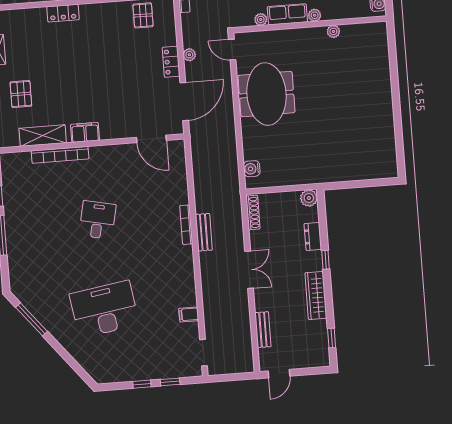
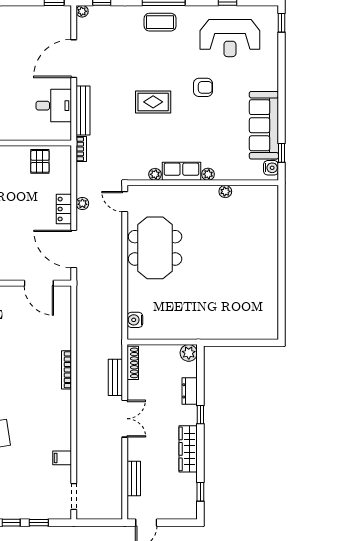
door: (184, 102) -> (74, 249), swing flipped
bench: (204, 232) -> (115, 377), moved

